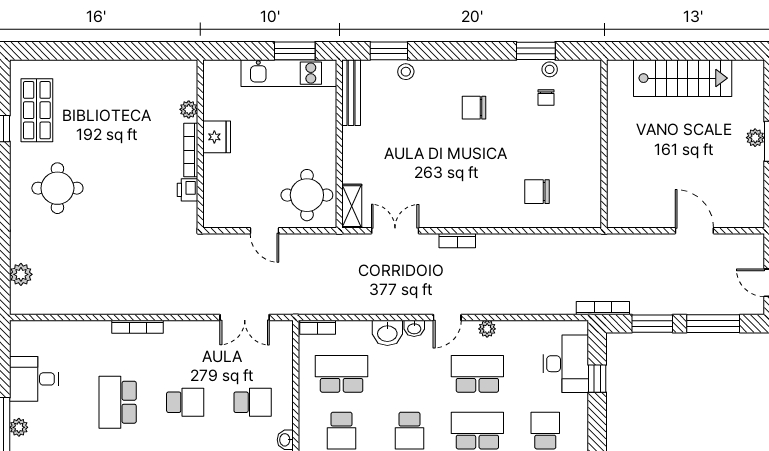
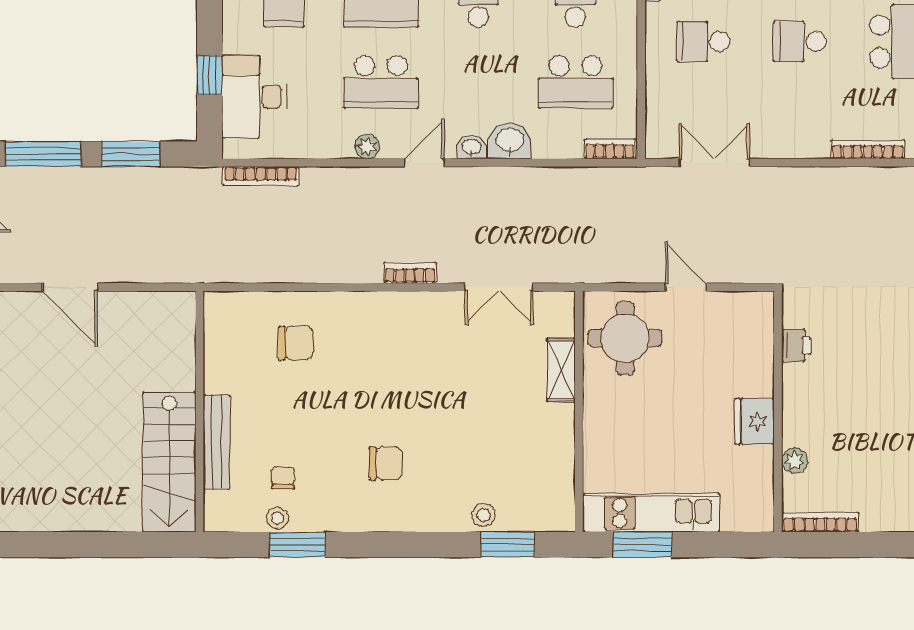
stairs: (683, 78) -> (169, 462), moved, turned -90
bench: (351, 93) -> (216, 442), moved
bookcase: (191, 150) -> (820, 522), moved, turned -90
shelving: (352, 206) -> (561, 370), moved
bookcase: (603, 308) -> (261, 176), moved

